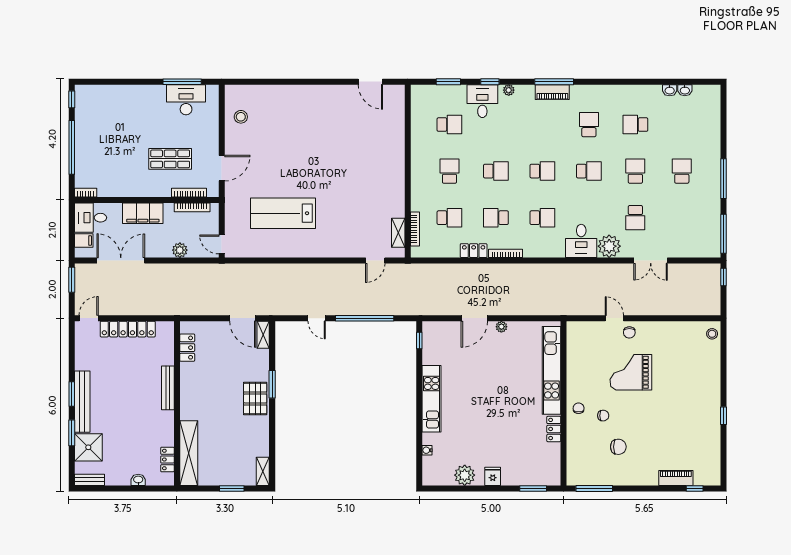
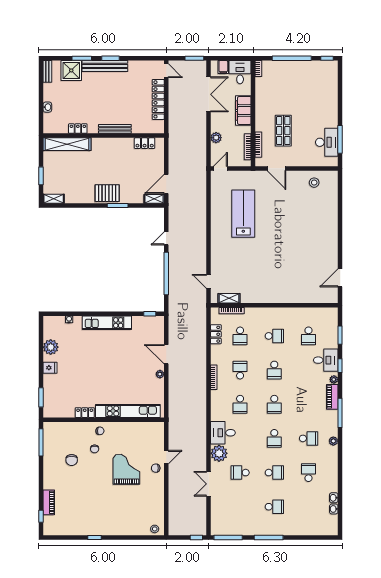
plant: (593, 91) -> (333, 441), added
piano: (552, 92) -> (332, 397), moved
locker: (474, 251) -> (216, 334), moved
locker: (167, 460) -> (78, 129), moved

